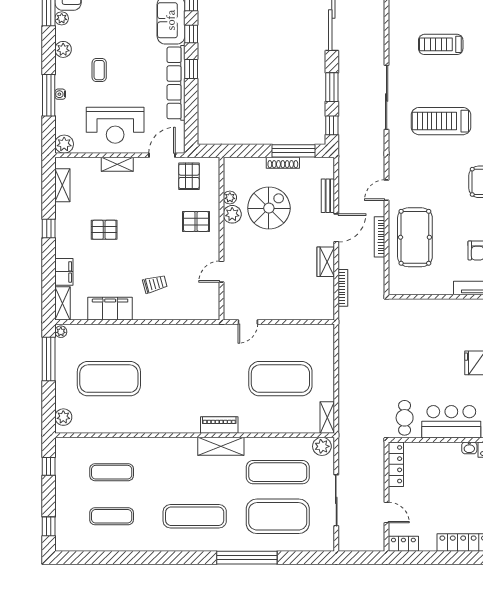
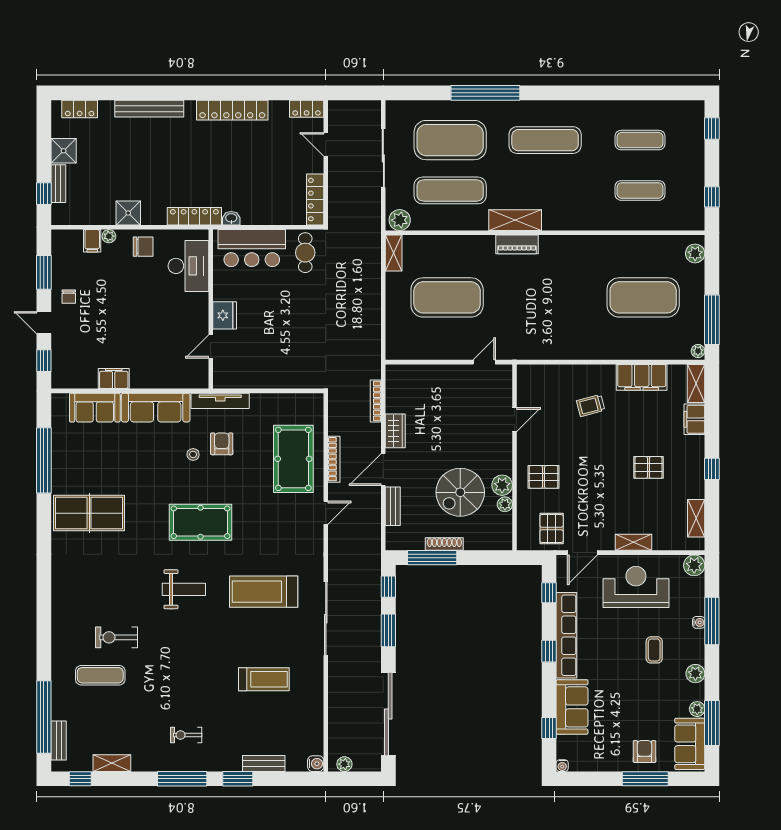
window: (191, 34) -> (549, 593), moved
treadmill: (441, 121) -> (264, 592), turned 180

